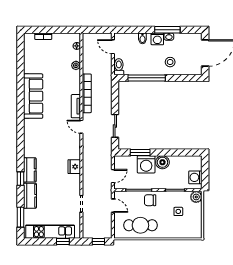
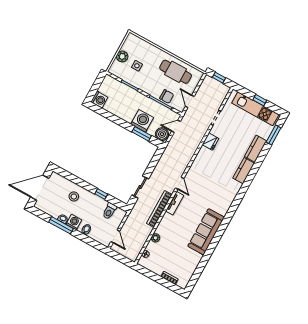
toilet: (119, 67) -> (110, 211), moved
window: (147, 78) -> (101, 194), width x0.32
sliding door: (115, 126) -> (140, 187), moved
boiler: (162, 162) -> (162, 134), moved
fridge: (74, 167) -> (210, 141), moved
washing machine: (195, 177) -> (99, 100), moved
window: (20, 179) -> (256, 168), removed
plant: (196, 197) -> (122, 56), moved
chair: (150, 200) -> (167, 96), moved
window: (63, 242) -> (260, 100), moved

